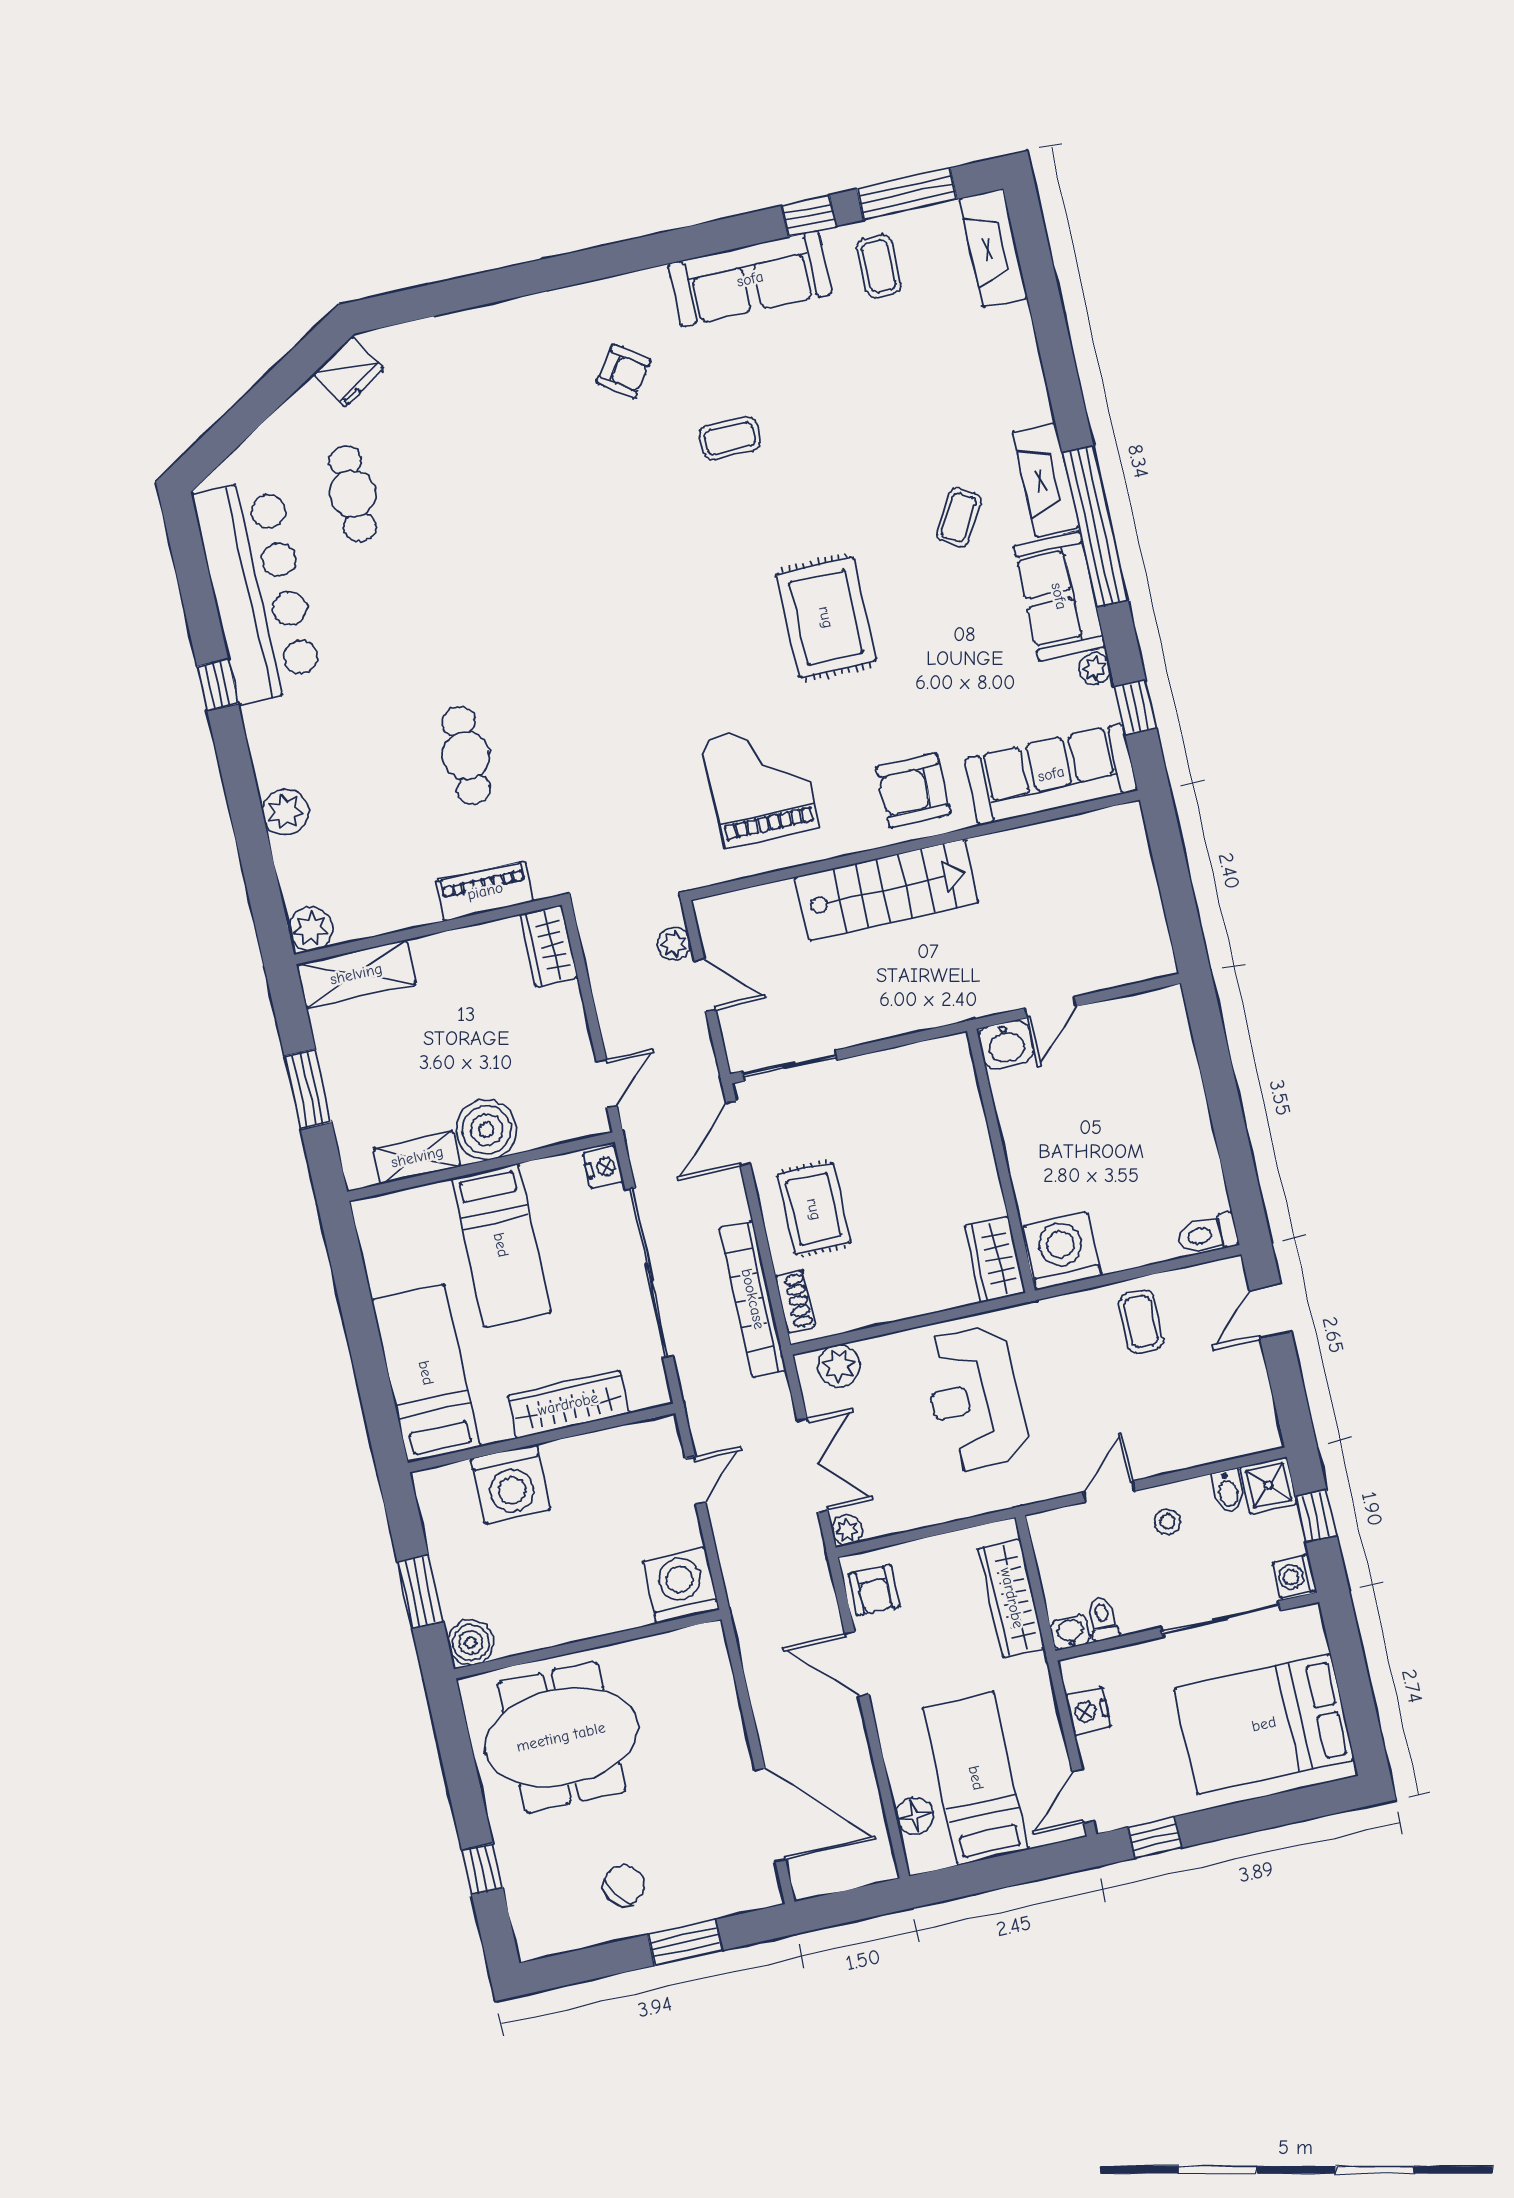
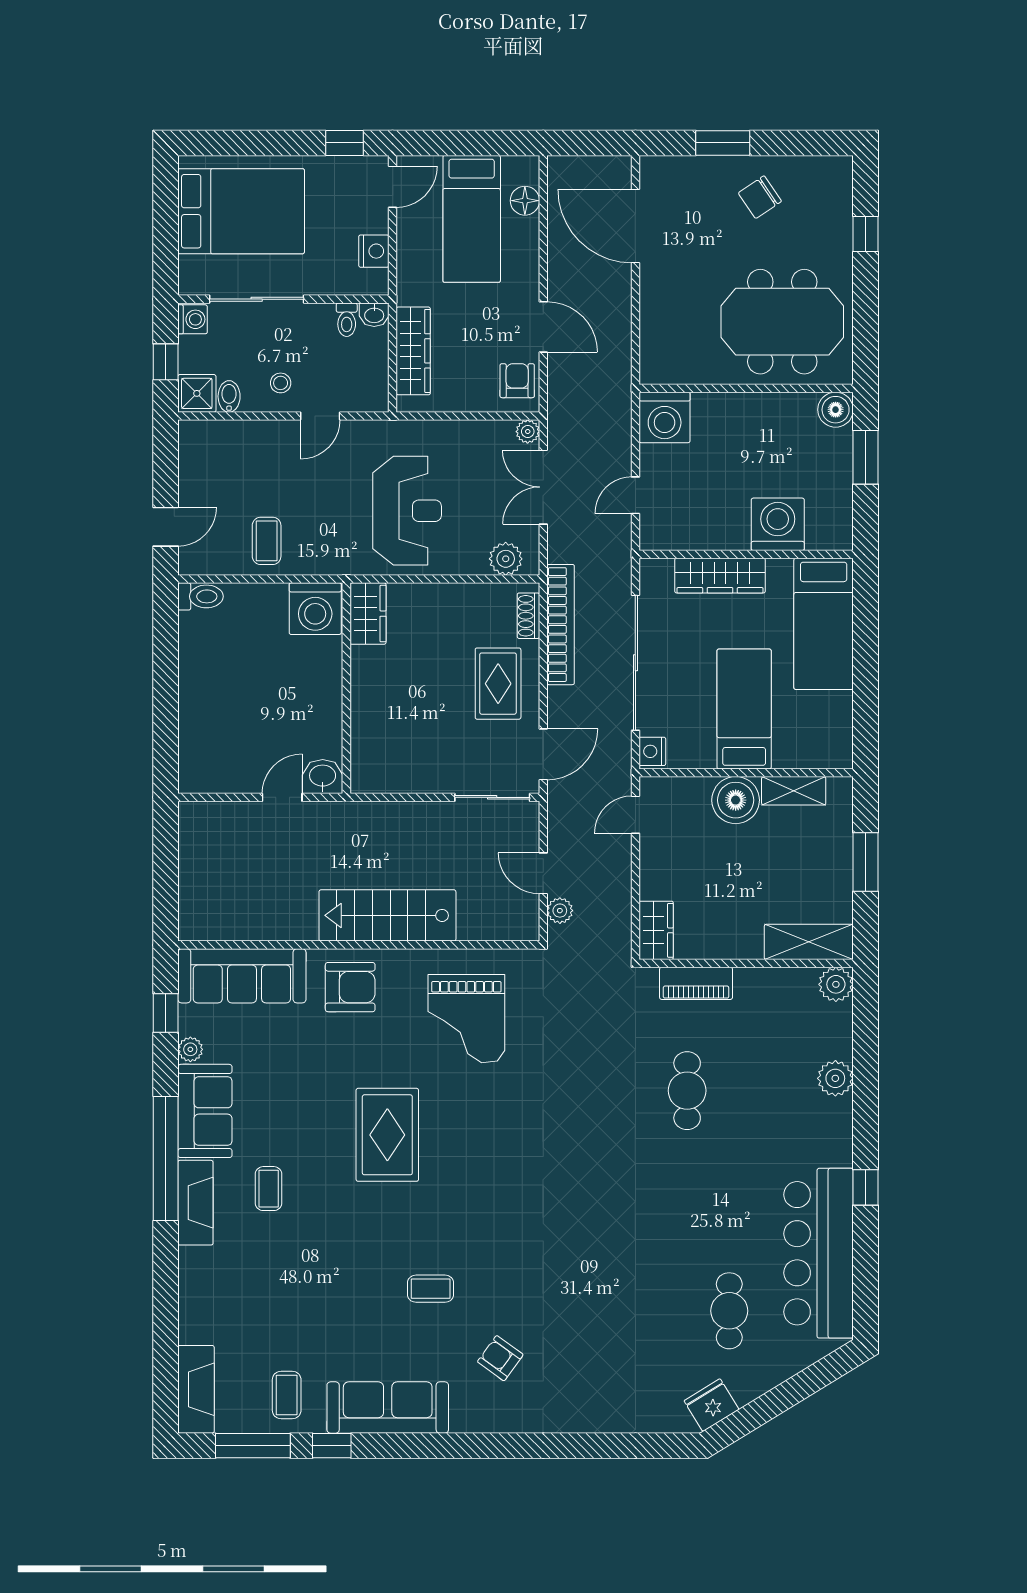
coffee table: (959, 518) -> (269, 1189), turned -30

